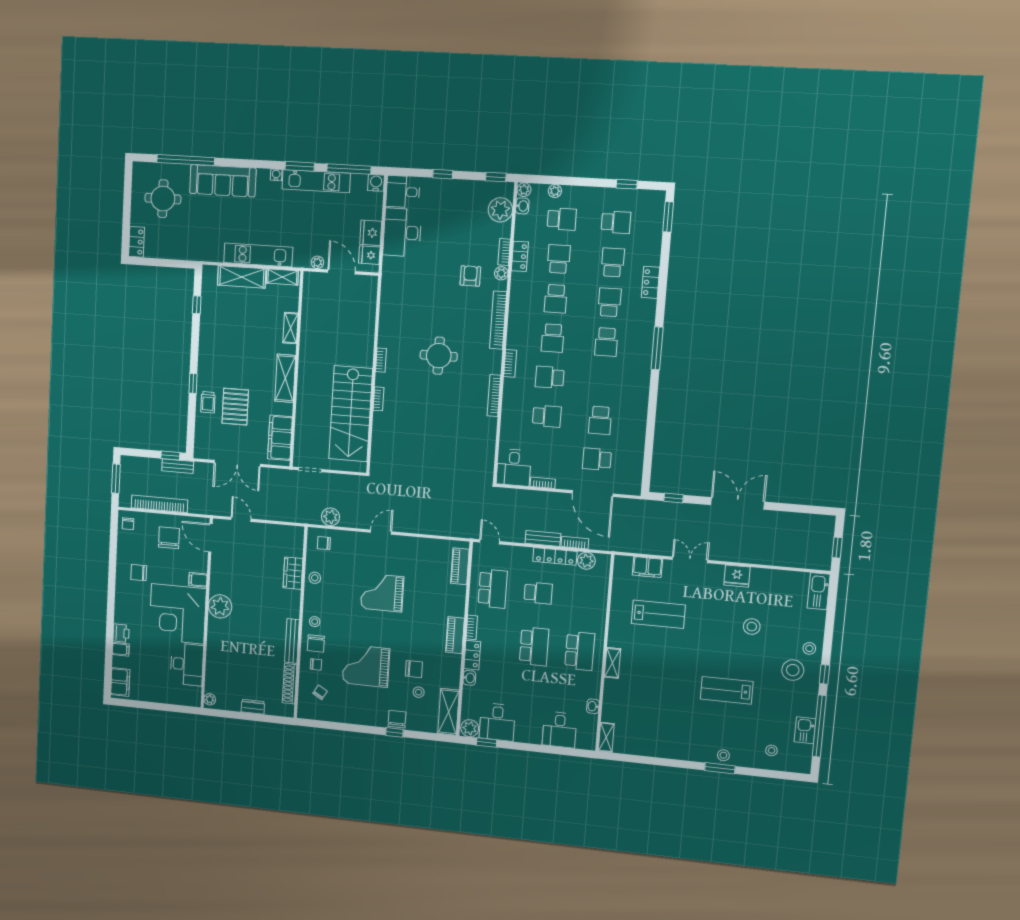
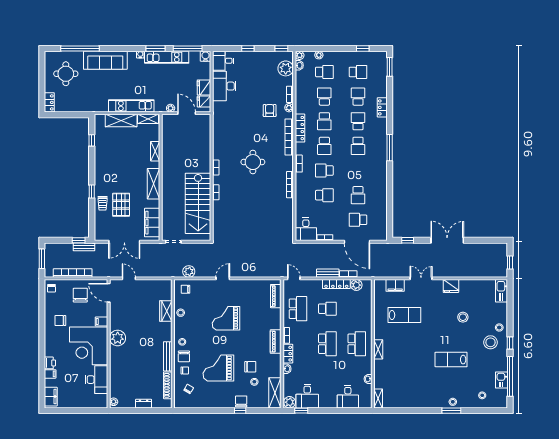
locker: (520, 256) -> (300, 128), moved, width x1.53

